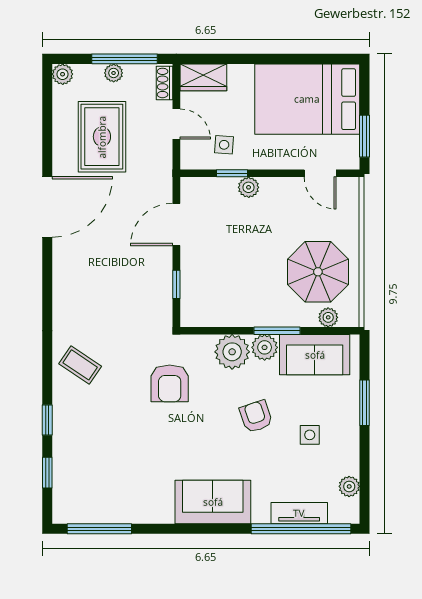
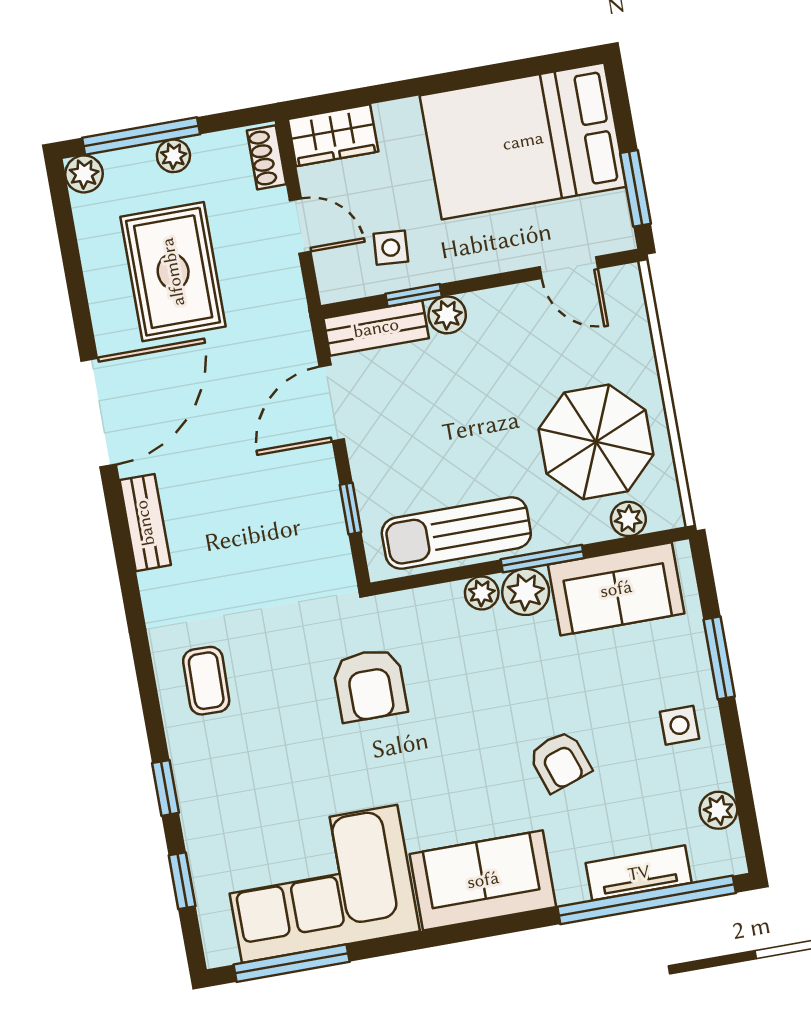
window: (125, 59) -> (141, 136), moved
bench: (208, 188) -> (376, 328), added
bench: (62, 272) -> (145, 523), added
sun lounger: (232, 308) -> (456, 533), added
plant: (232, 352) -> (482, 593), width x0.53, depth x0.53
coffee table: (80, 365) -> (206, 681), turned 57
armchair: (256, 416) -> (560, 761), moved, turned 180
side table: (310, 435) -> (680, 725), moved
corner sofa: (123, 488) -> (320, 884), added

